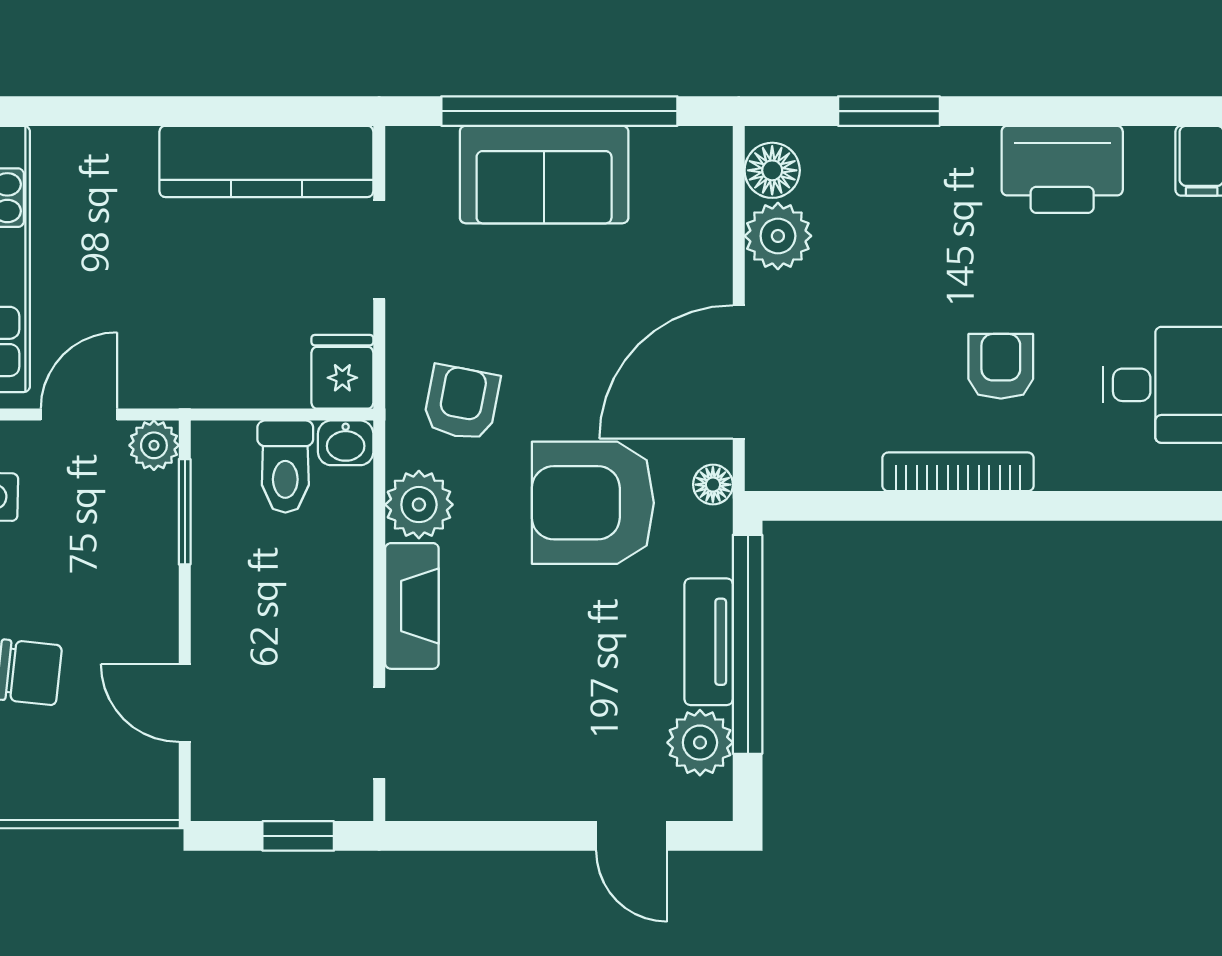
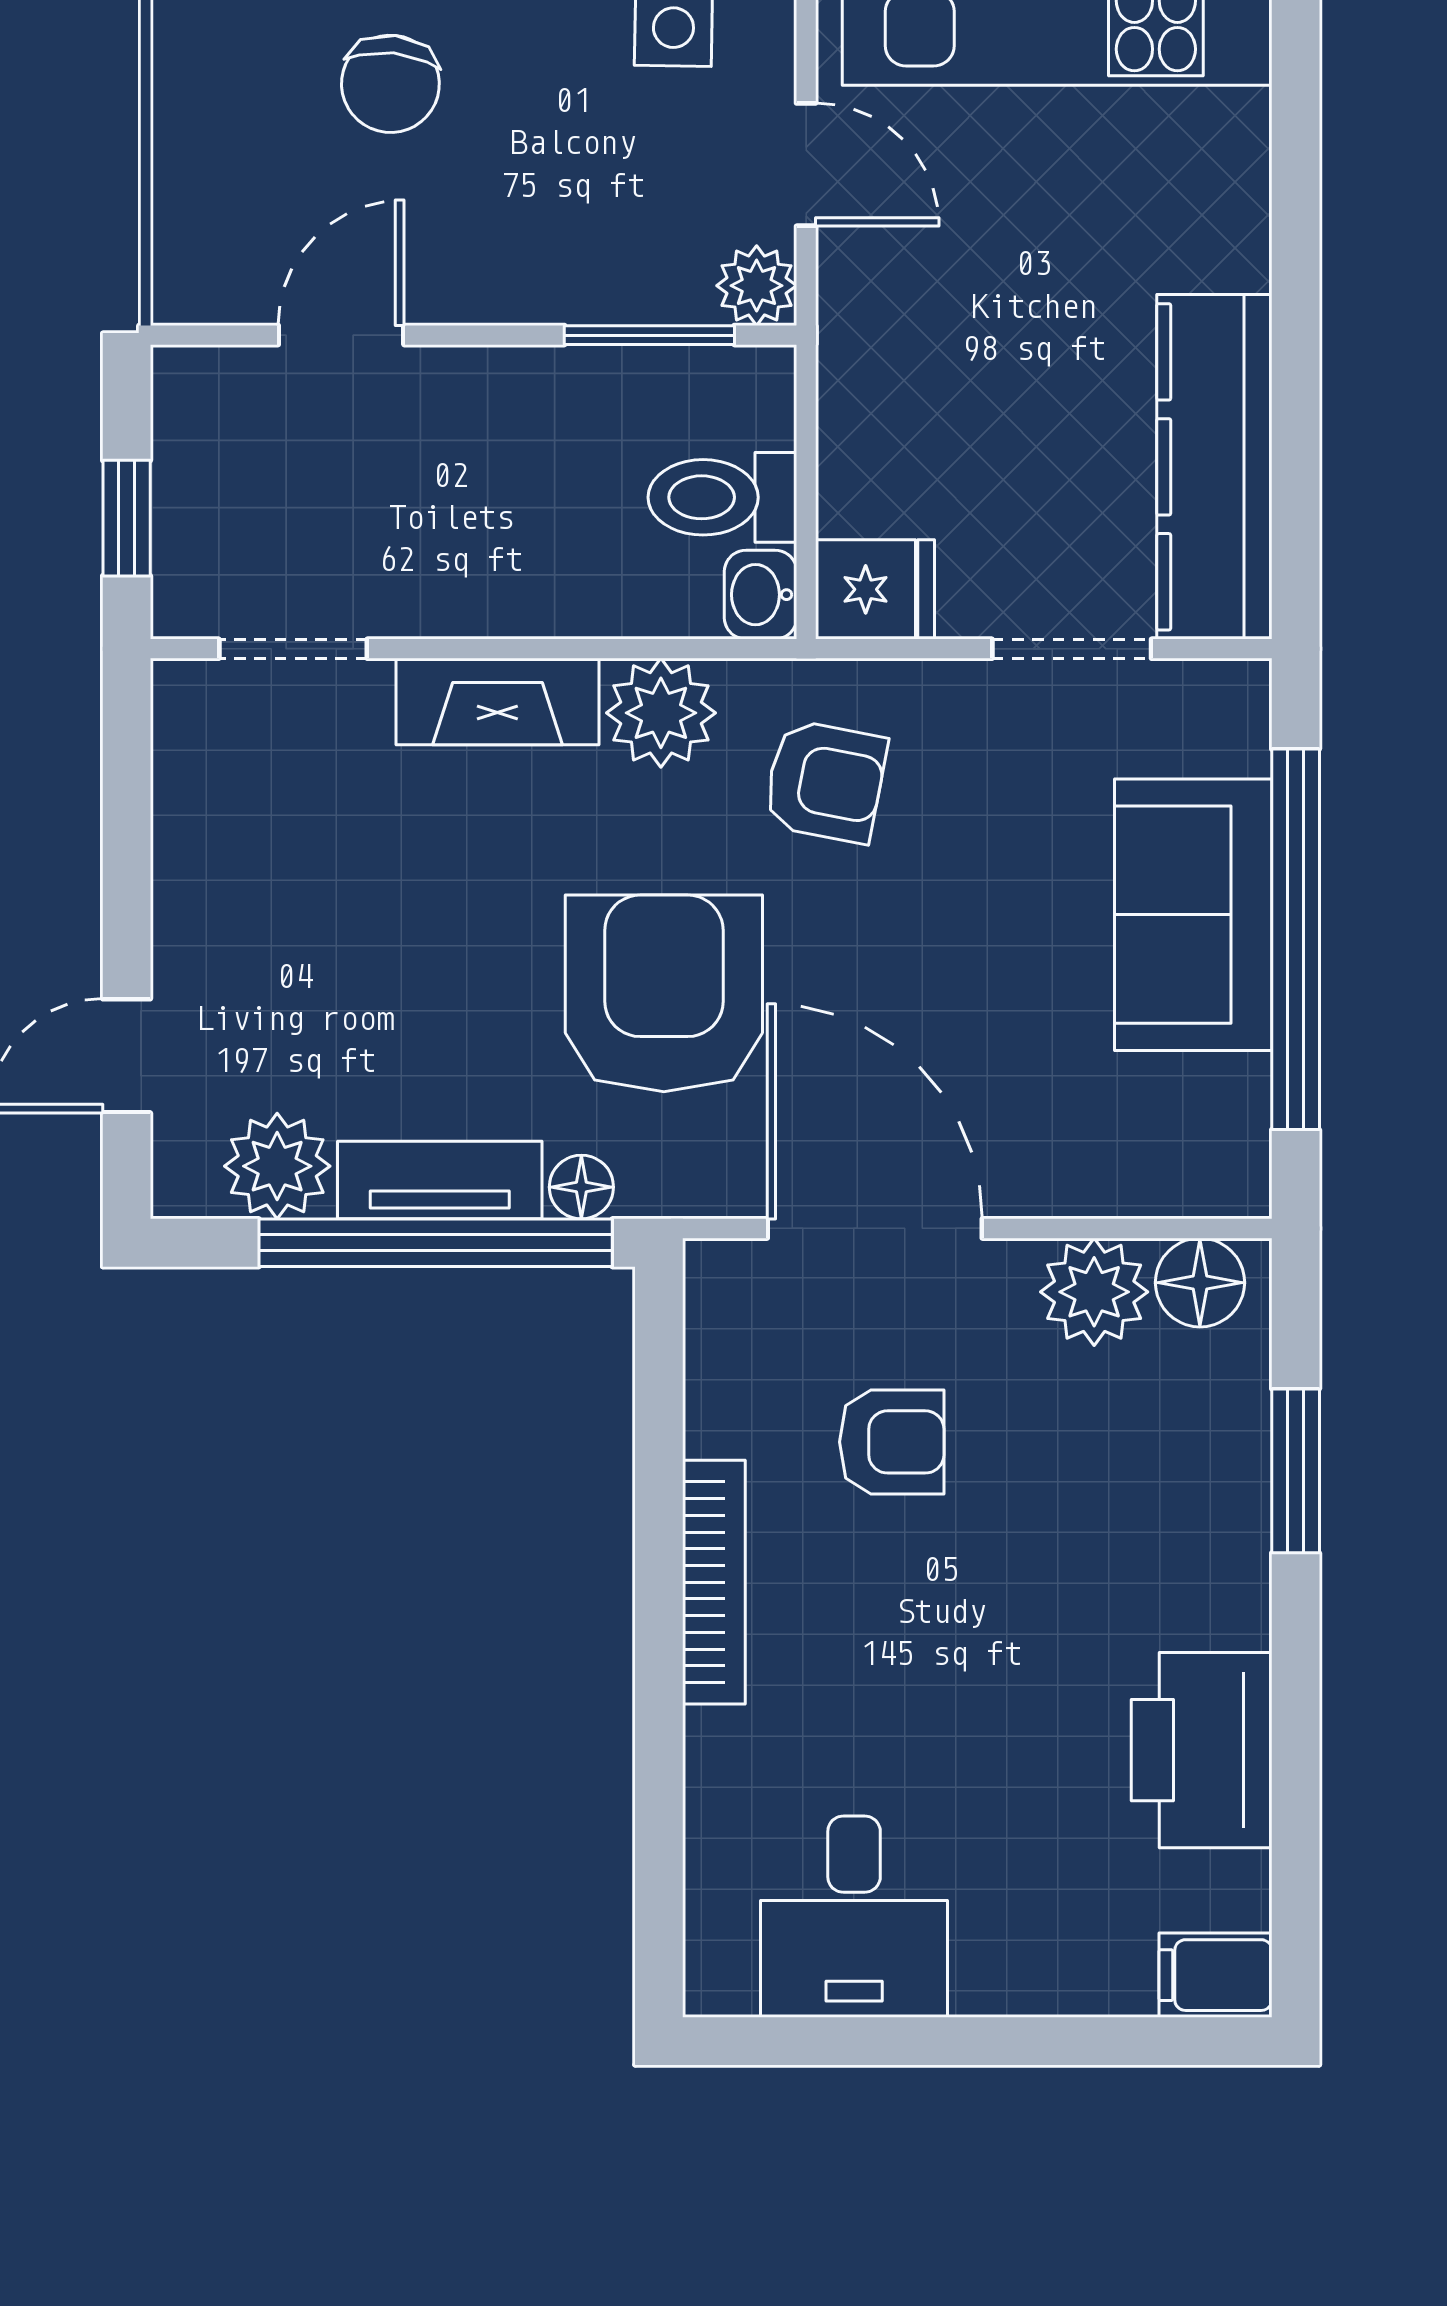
armchair: (1001, 366) -> (892, 1442), moved
floor lamp: (713, 485) -> (581, 1187), moved

